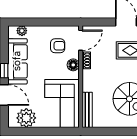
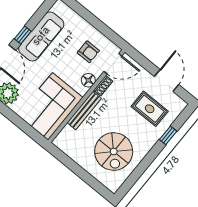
plant: (22, 31) -> (67, 12), removed
bench: (87, 110) -> (84, 111), moved

